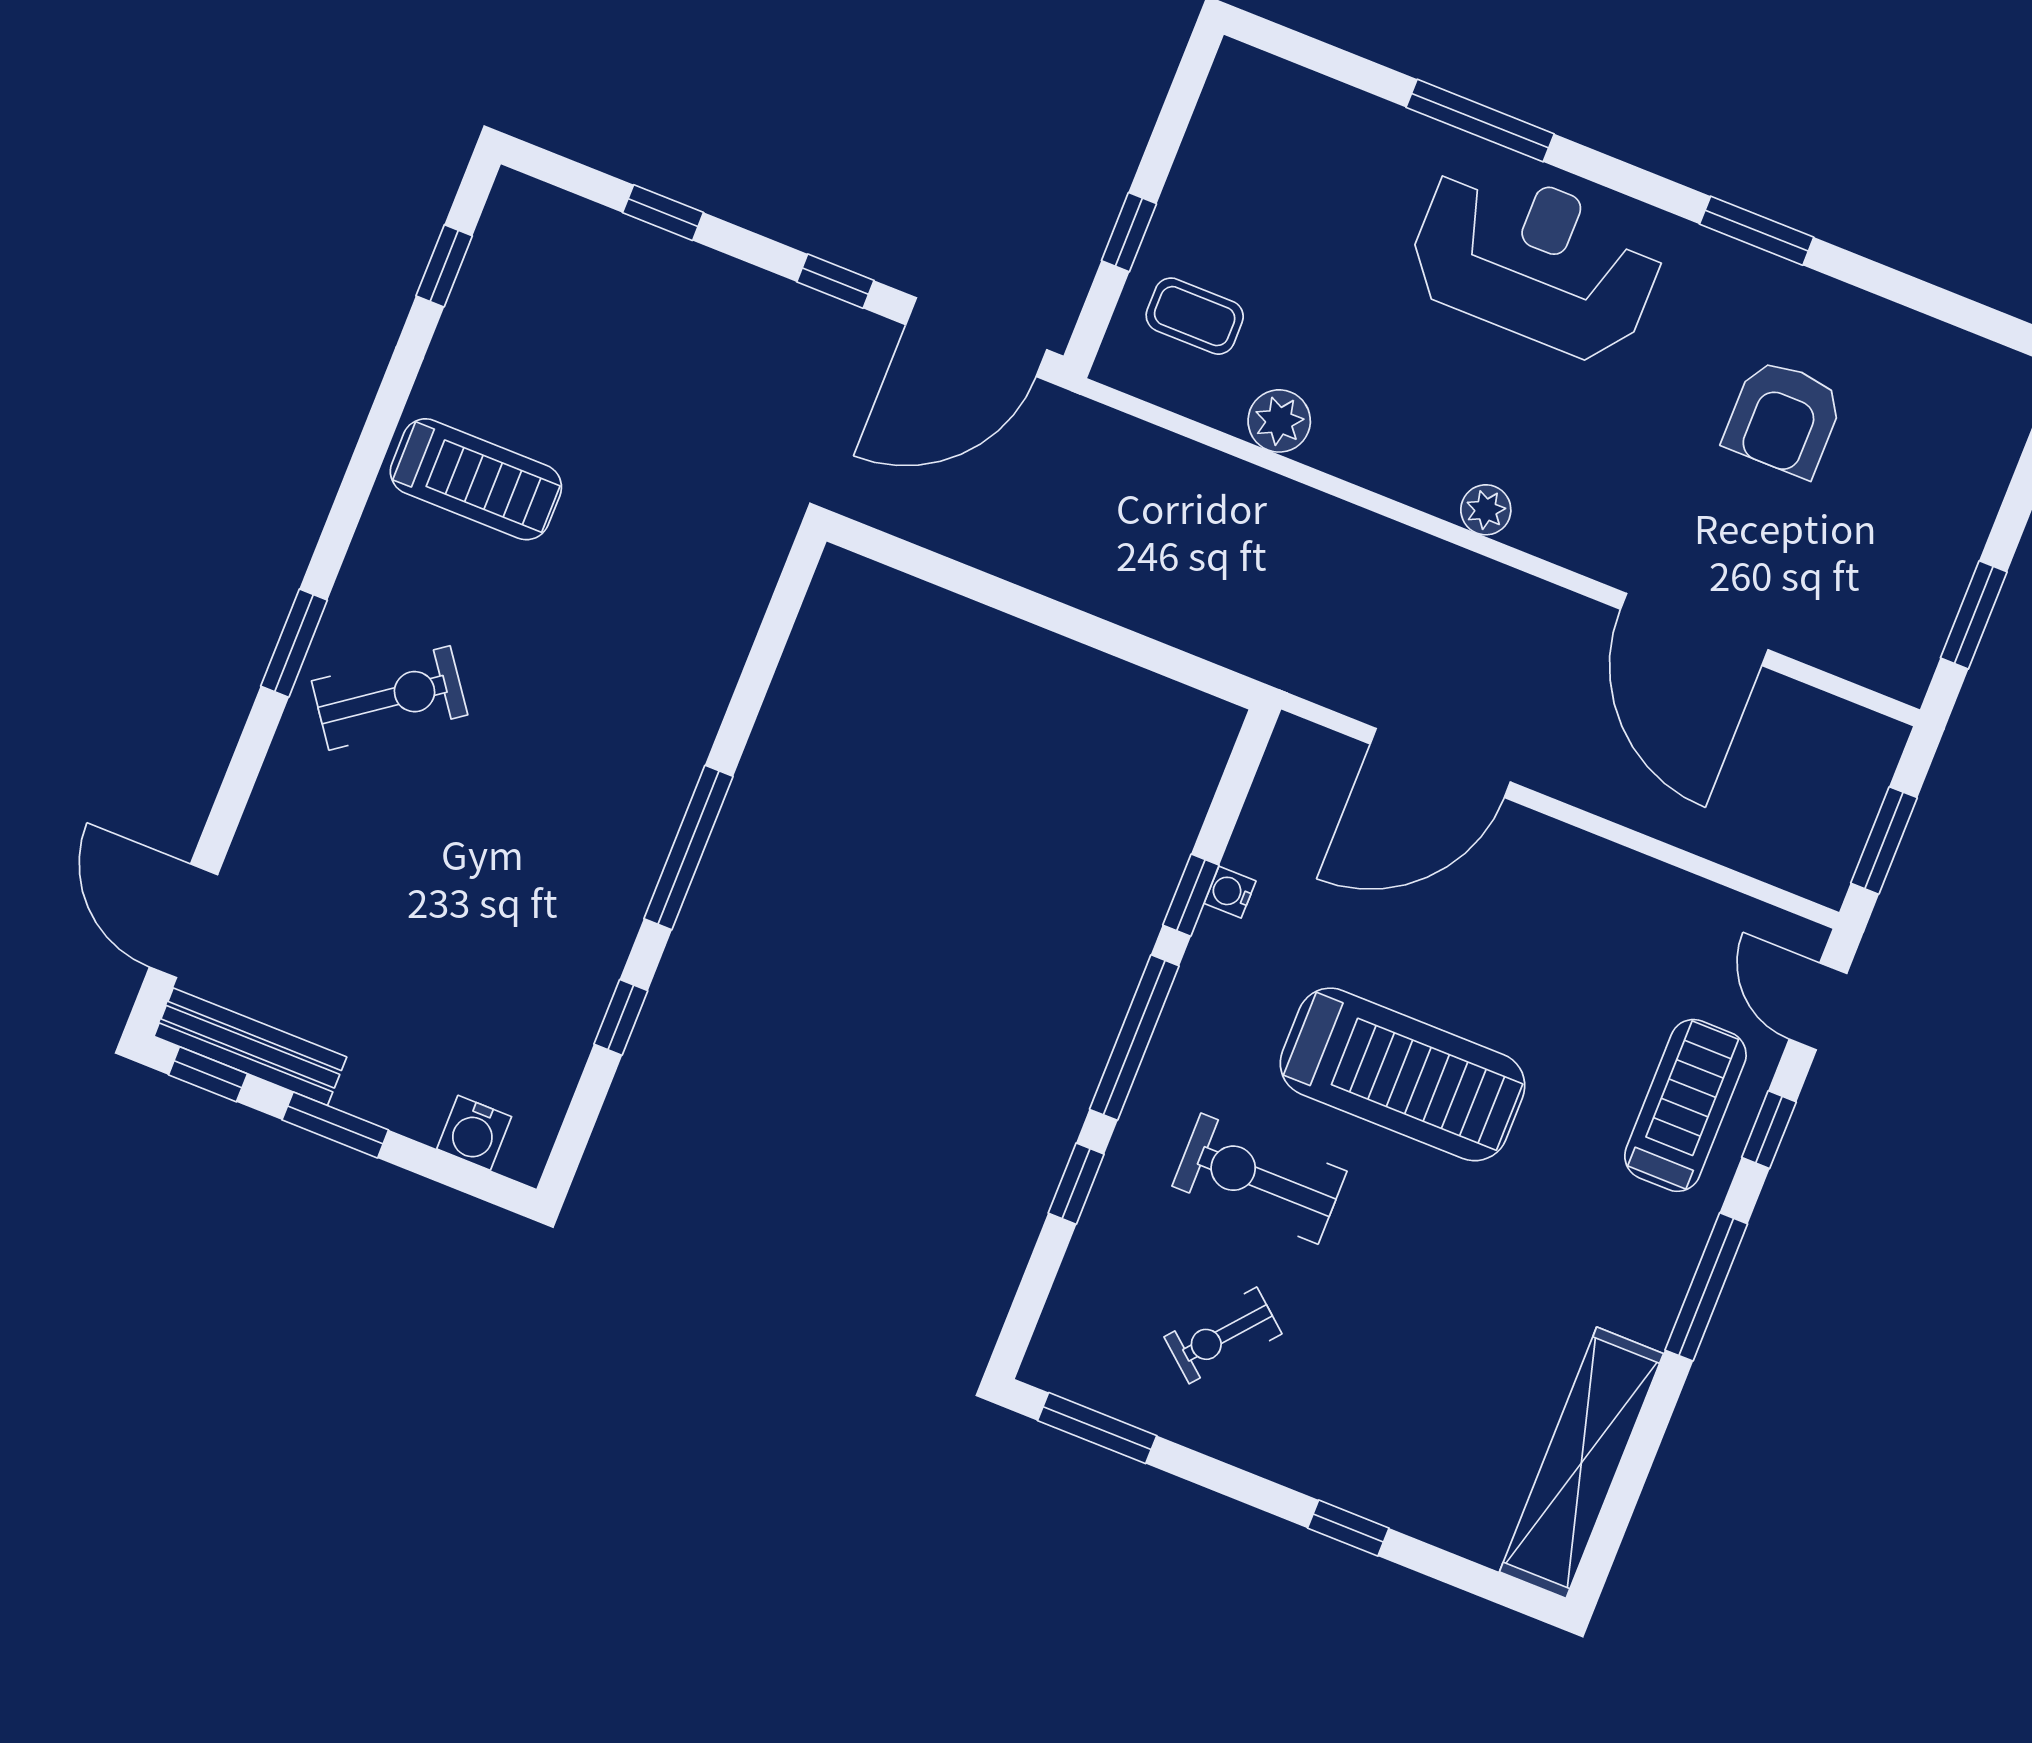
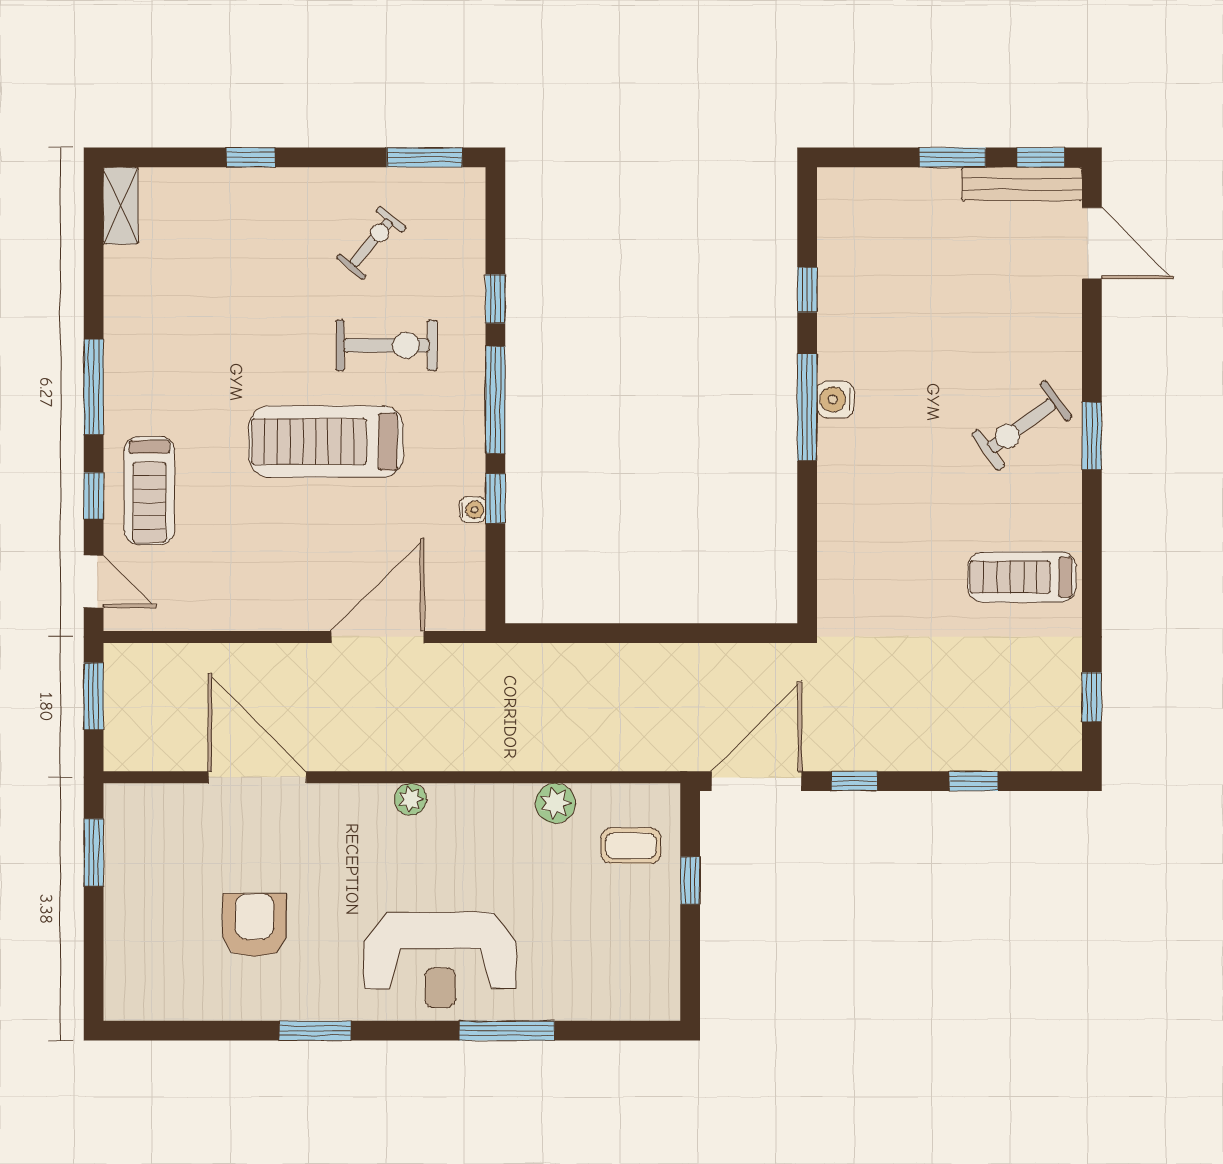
water cooler: (474, 1133) -> (836, 399), moved, turned -90
shelving: (1581, 1463) -> (121, 206), width x0.45, depth x0.75

